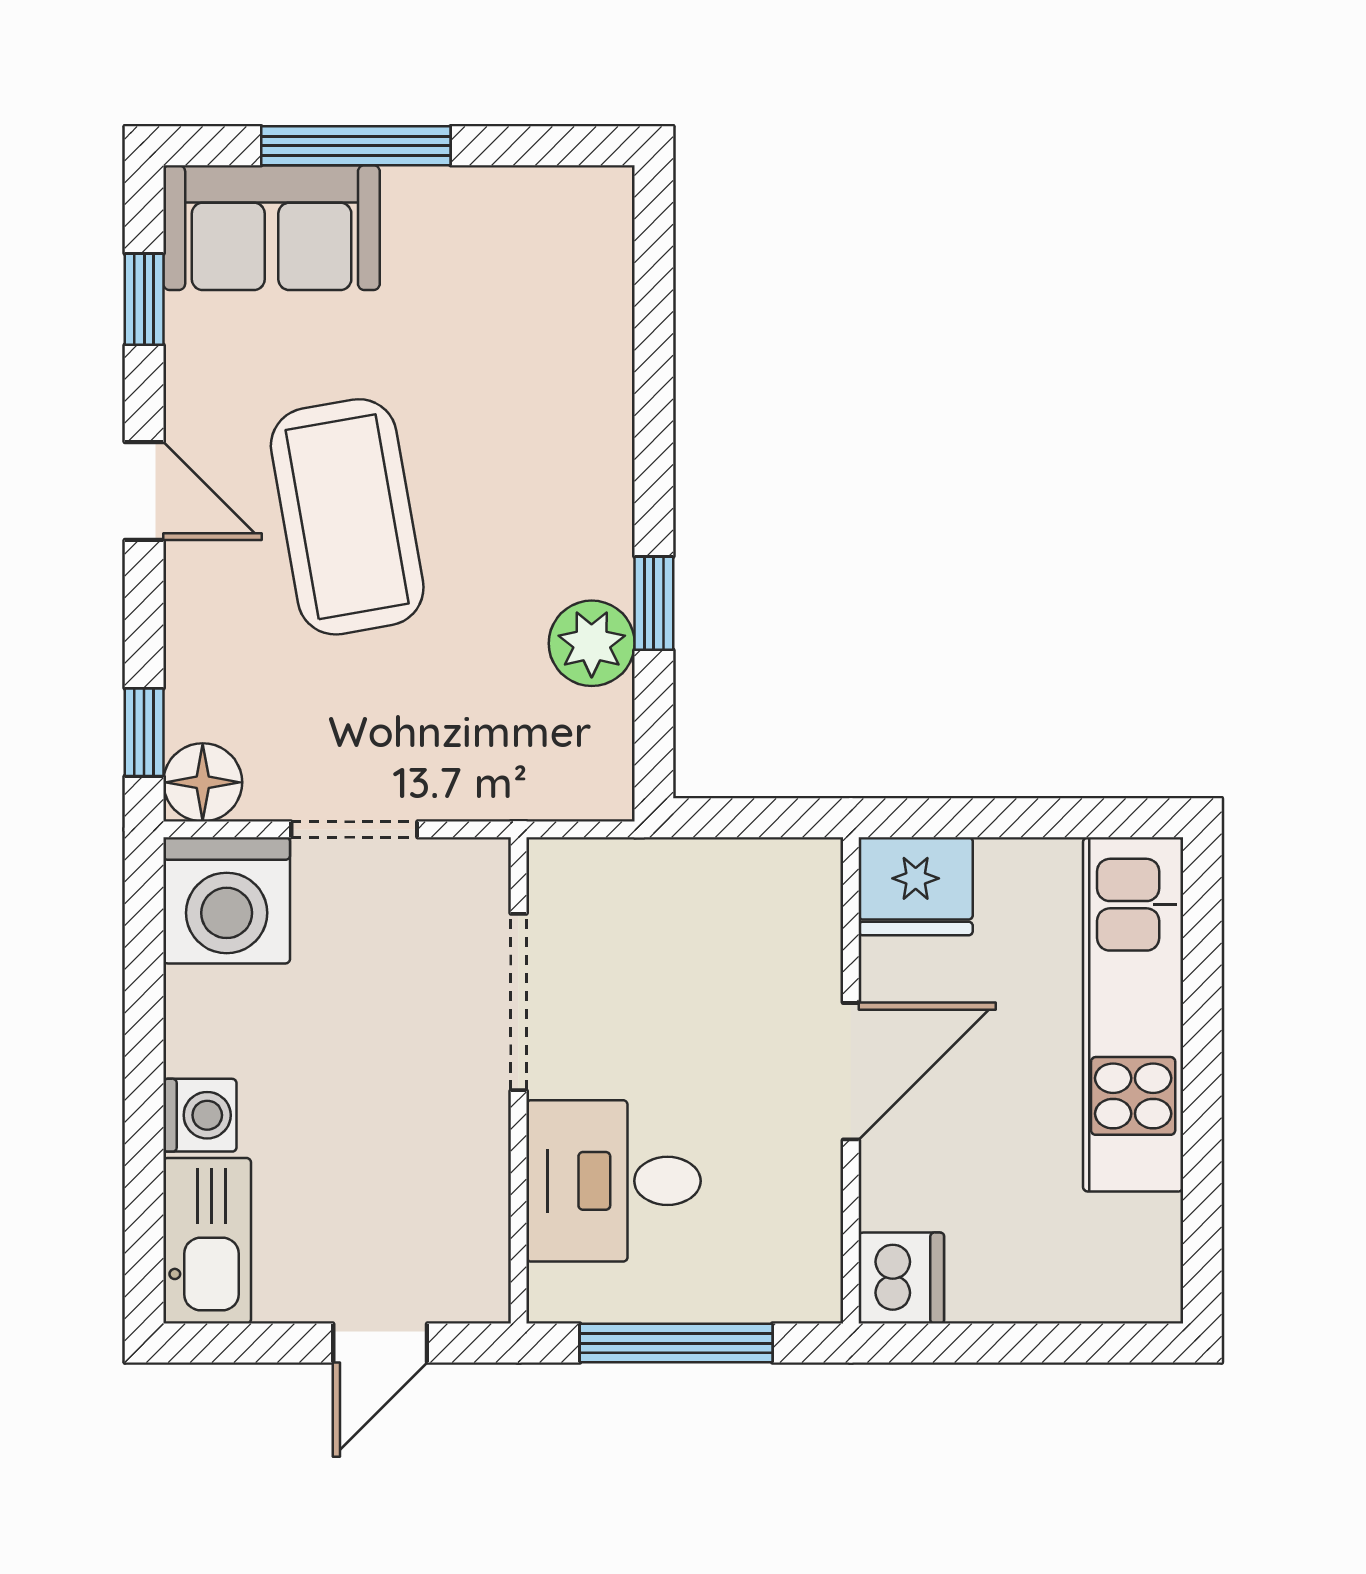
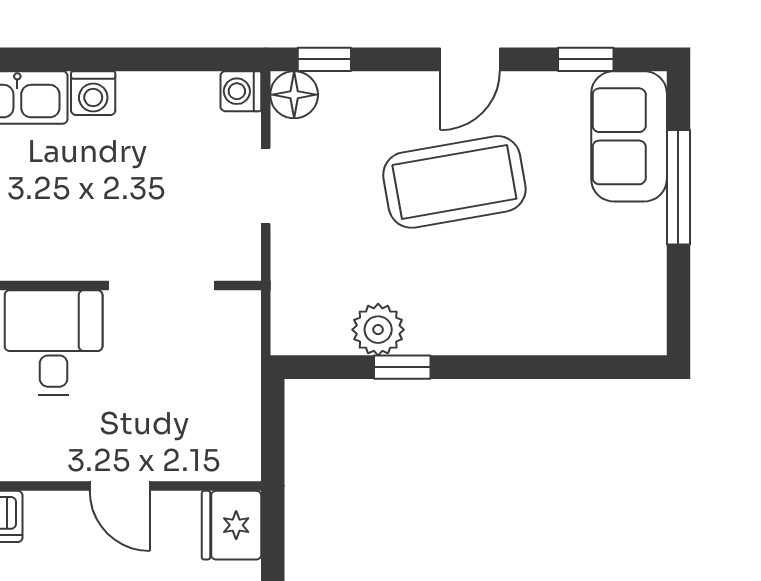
washing machine: (227, 900) -> (241, 91), width x0.53, depth x0.53
door: (851, 1071) -> (120, 486), width x0.73

